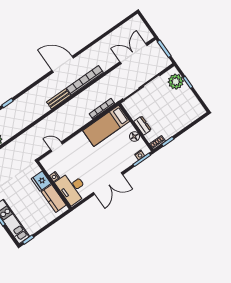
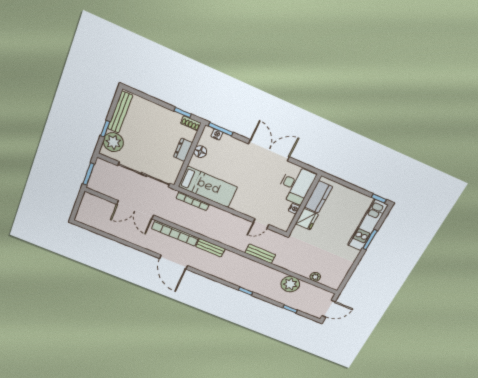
double door: (133, 54) -> (135, 210), moved
bench: (193, 100) -> (120, 112), added
bench: (33, 132) -> (260, 254), added
door: (57, 147) -> (261, 224), hinge flipped

